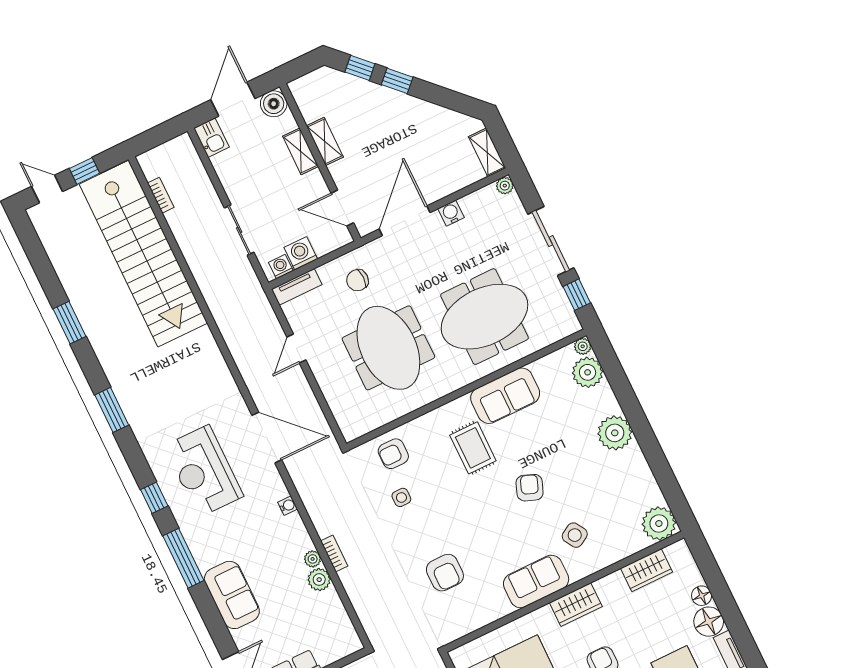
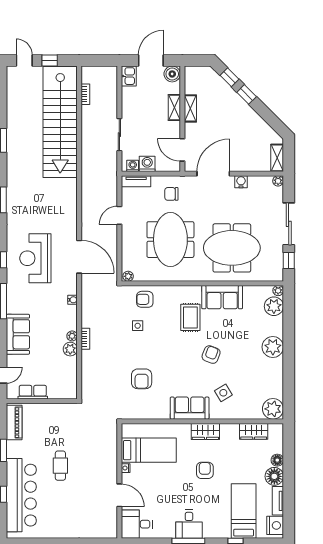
plant: (352, 432) -> (128, 276), added

